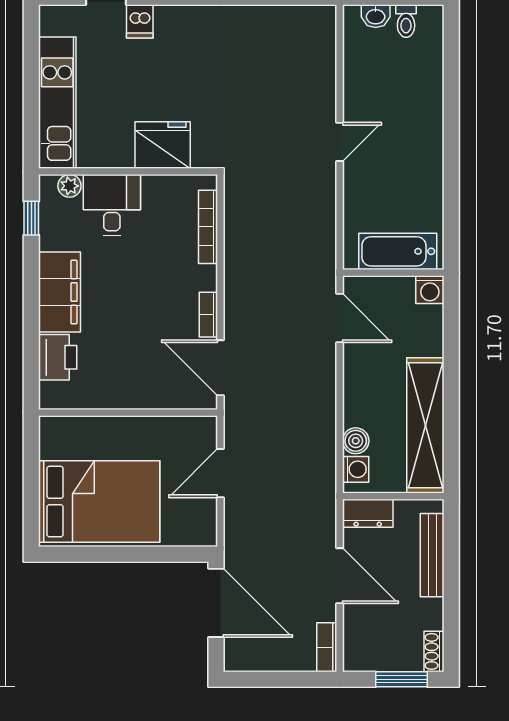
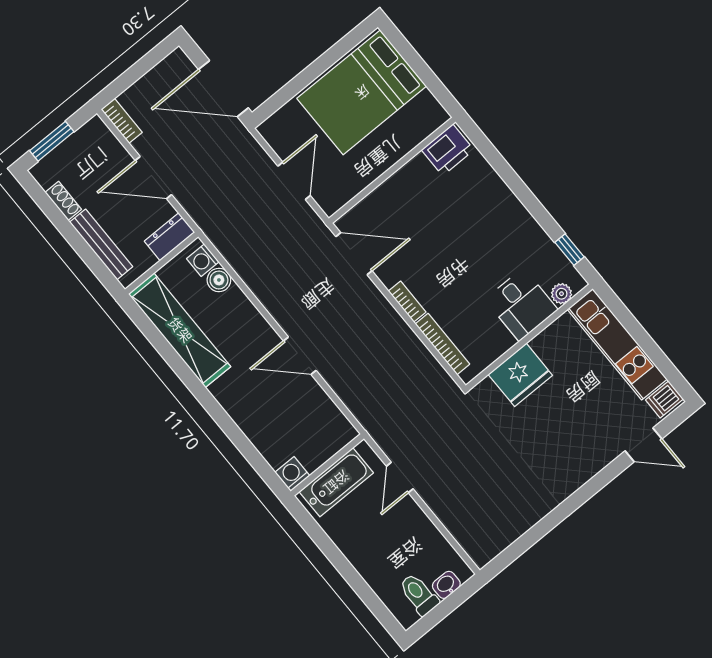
dishwasher: (140, 21) -> (664, 399), moved, turned -90
toilet: (406, 21) -> (419, 594), width x1.37, depth x1.39
bathtub: (398, 251) -> (336, 482), moved
wall: (393, 273) -> (327, 465), moved
washing machine: (430, 290) -> (292, 474), moved
filing cabinet: (59, 292) -> (508, 215), removed
bookcase: (208, 315) -> (407, 302), moved
printer: (58, 357) -> (448, 150), moved, turned -90
shoe rack: (434, 651) -> (63, 201), moved

